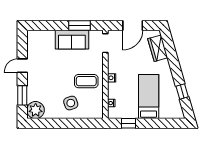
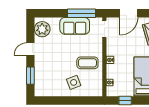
window: (80, 26) -> (81, 13), width x1.44
plant: (36, 110) -> (42, 29), moved

